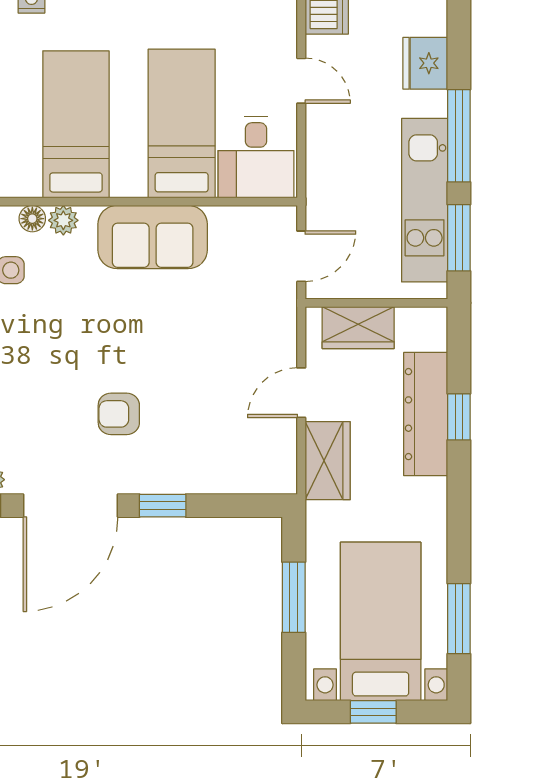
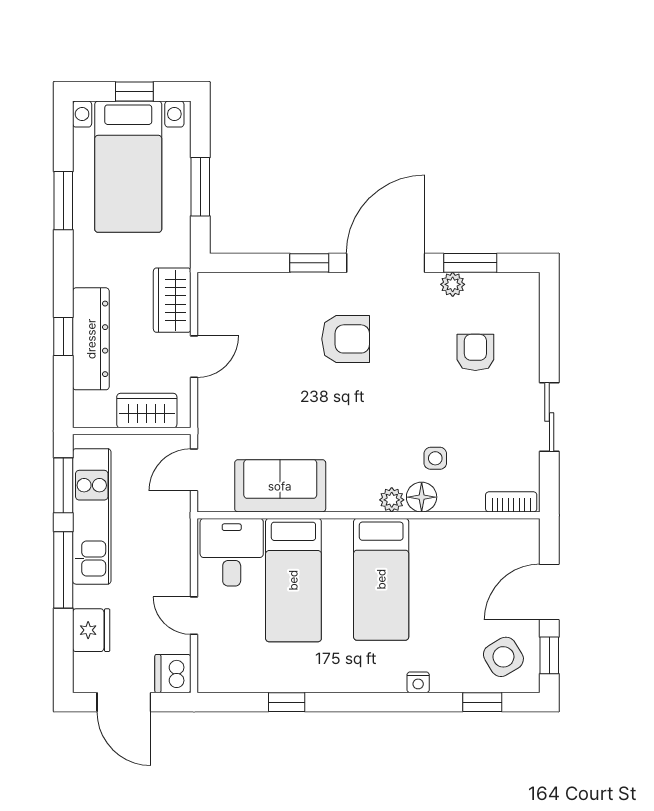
floor lamp: (32, 219) -> (422, 497), width x1.37, depth x1.37
sofa: (153, 237) -> (280, 486), moved
armchair: (119, 414) -> (346, 339), width x1.38, depth x1.38
window: (459, 619) -> (63, 201), moved

